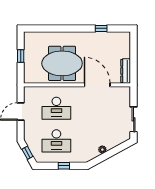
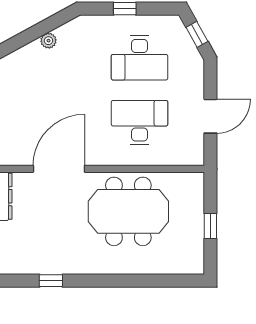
door: (97, 85) -> (59, 169), swing flipped
desk: (56, 141) -> (140, 58), turned 180

